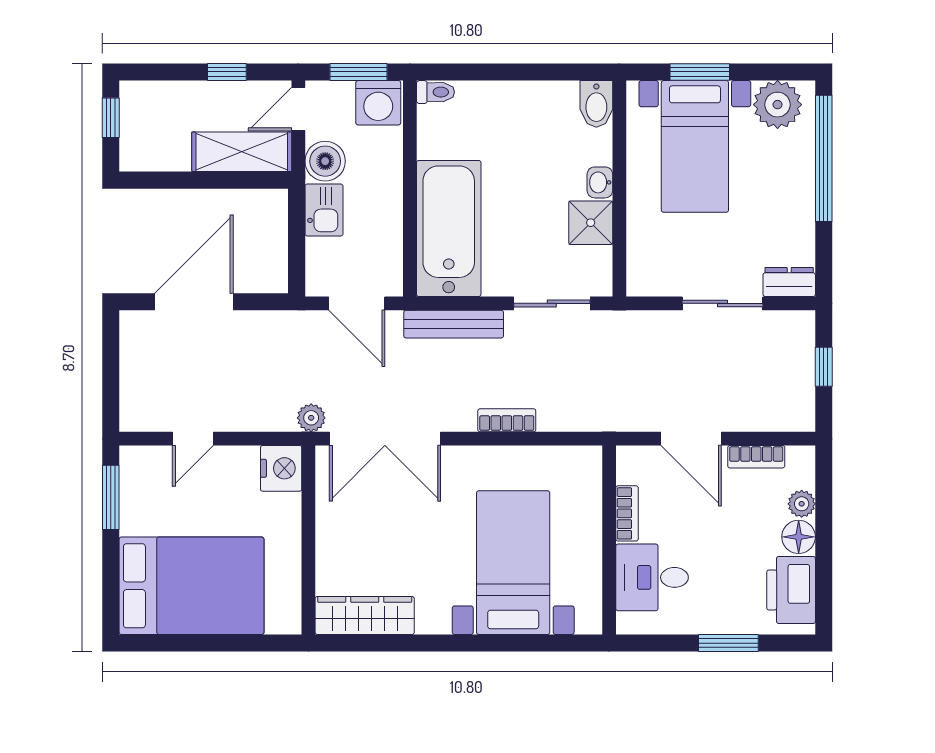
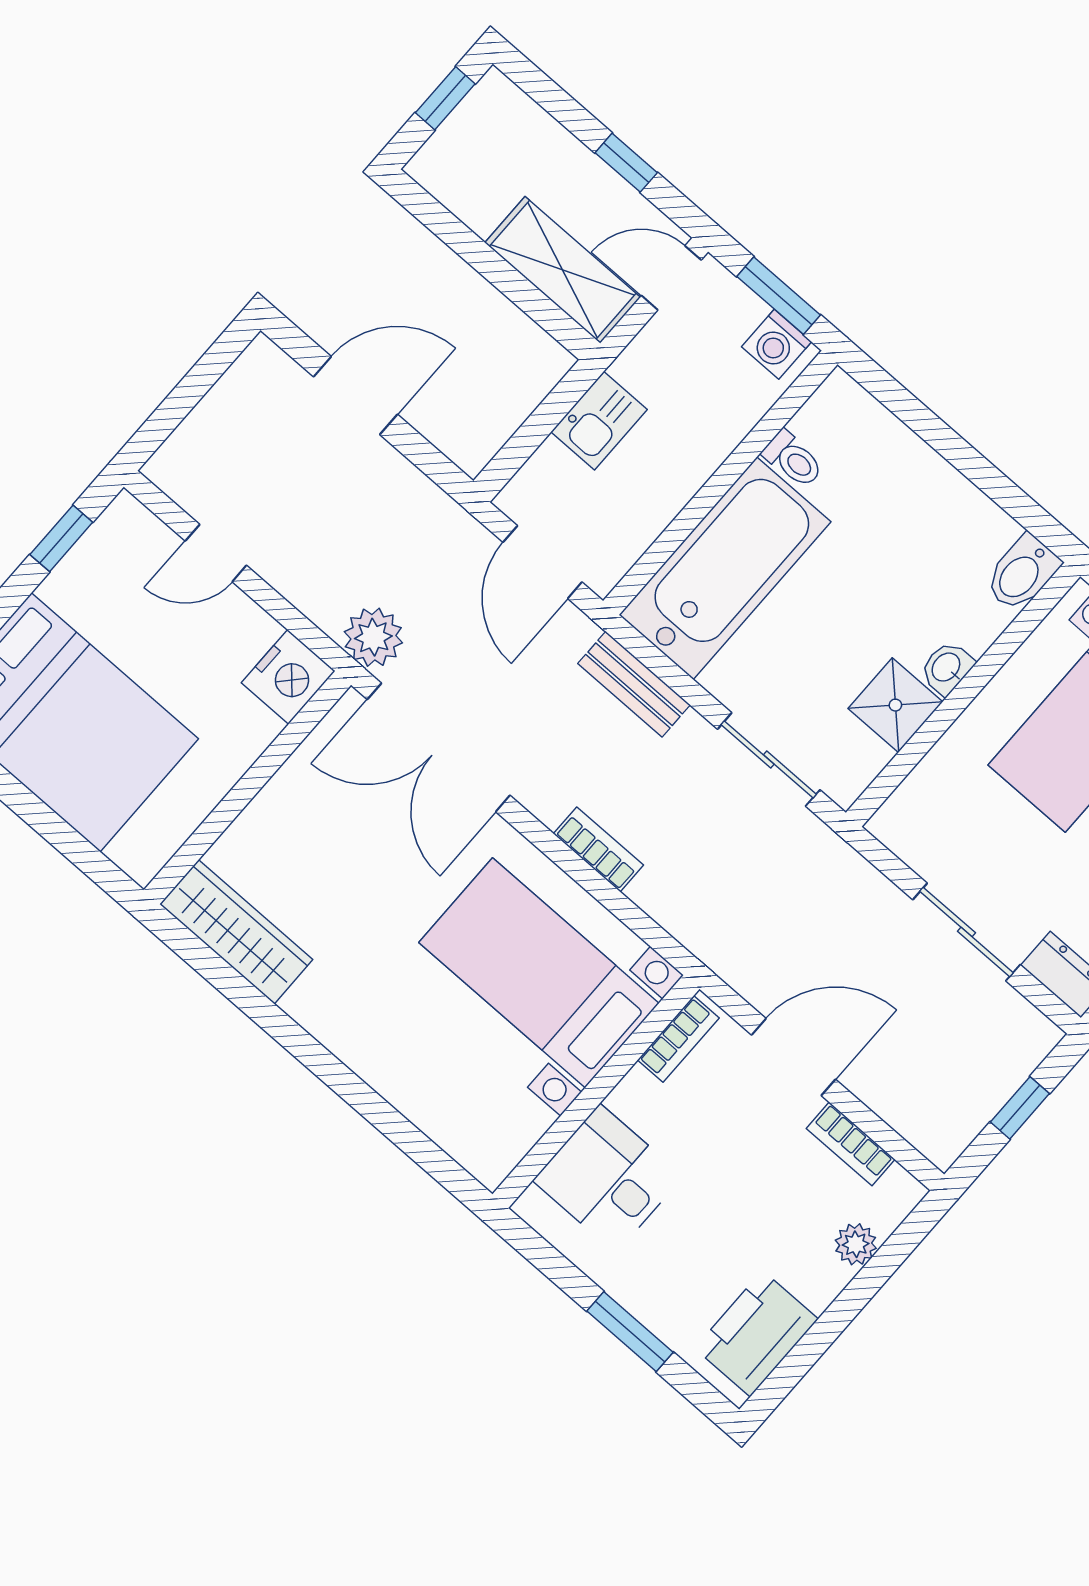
toilet: (435, 92) -> (793, 459), moved
washing machine: (378, 103) -> (777, 344), width x0.73, depth x0.73
boiler: (325, 161) -> (650, 365), removed
door: (194, 302) -> (355, 396), width x0.73
bench: (454, 324) -> (634, 684), width x0.73
plant: (311, 418) -> (373, 637), width x1.38, depth x1.38
door: (691, 439) -> (794, 1057), swing flipped
window: (111, 497) -> (61, 538), width x0.67
bookcase: (627, 513) -> (678, 1039), moved
floor lamp: (799, 537) -> (819, 1280), removed
bed with nightstands: (513, 563) -> (539, 973), moved, turned -90

